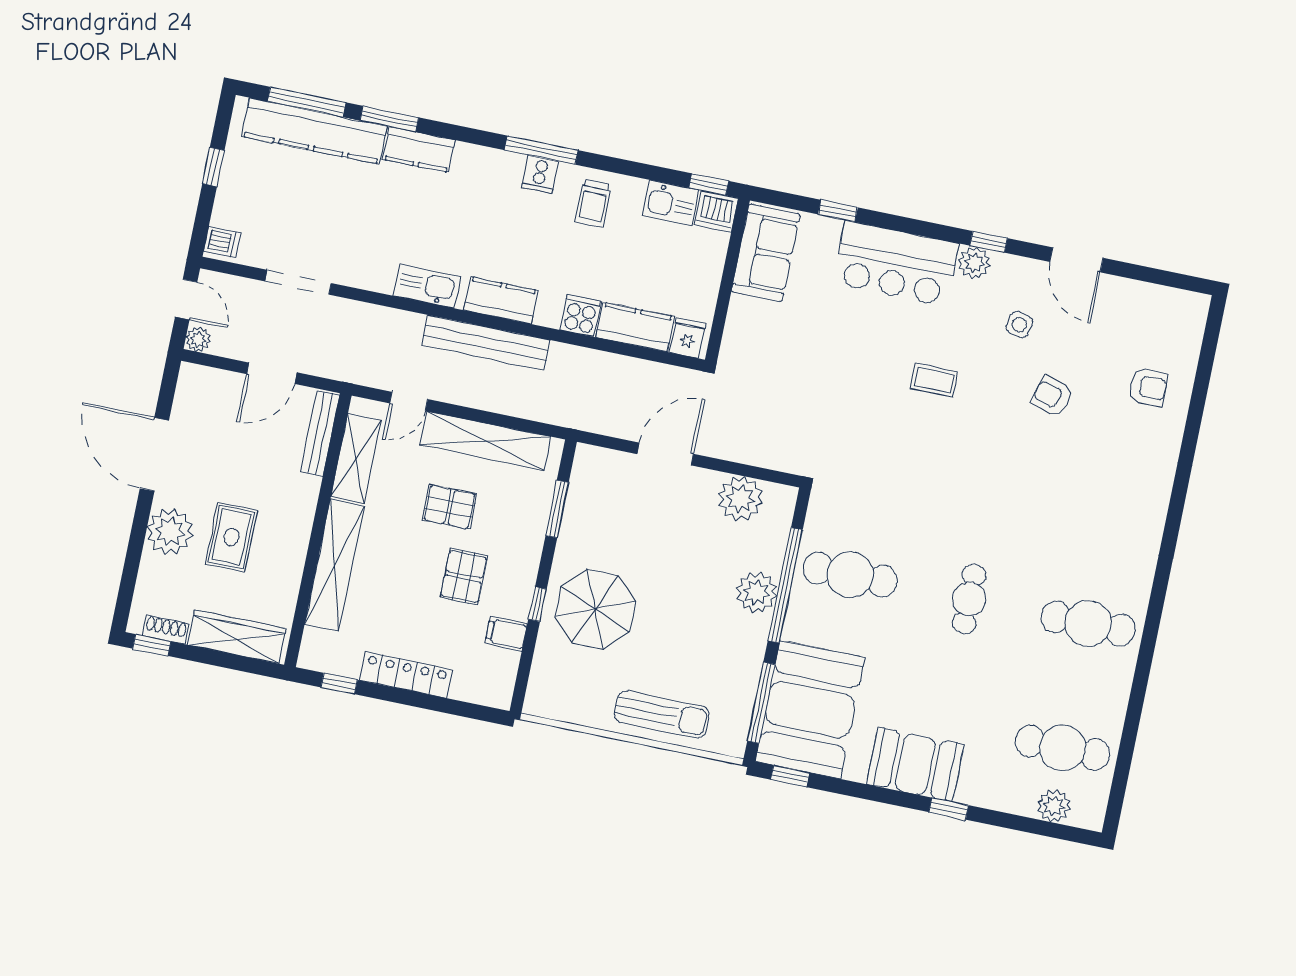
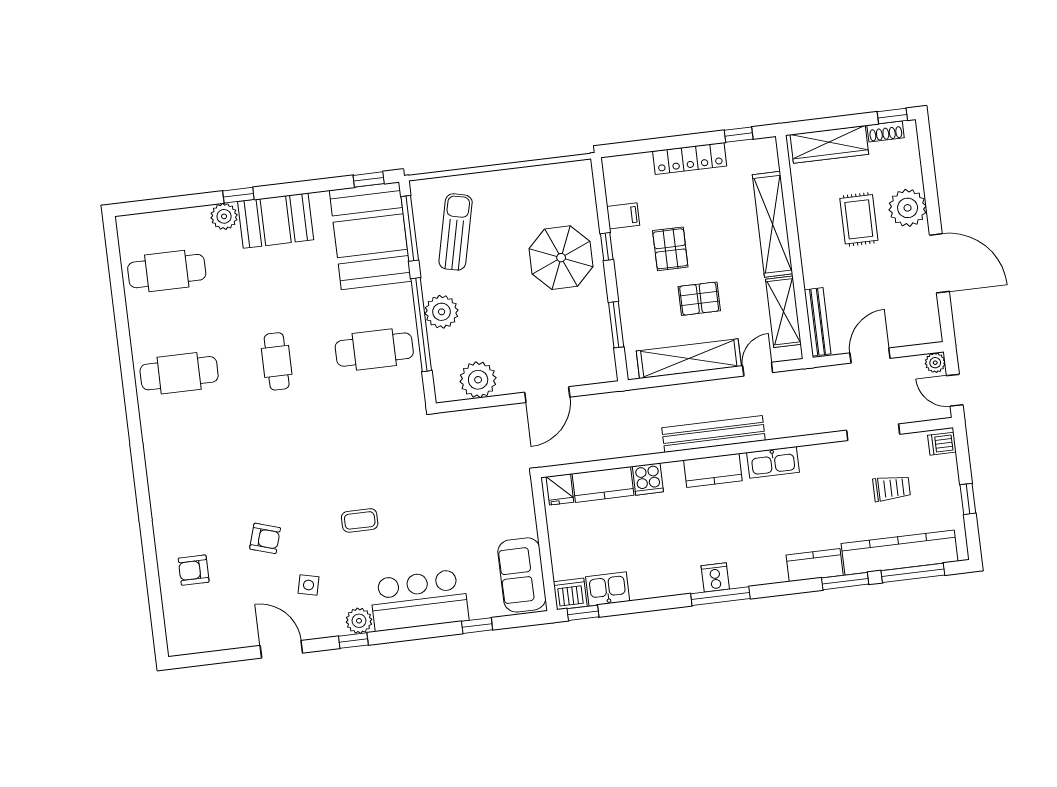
trolley: (593, 203) -> (892, 488), moved, turned 90
sun lounger: (662, 715) -> (456, 232), moved, turned 103
plant: (1054, 806) -> (224, 216), moved

